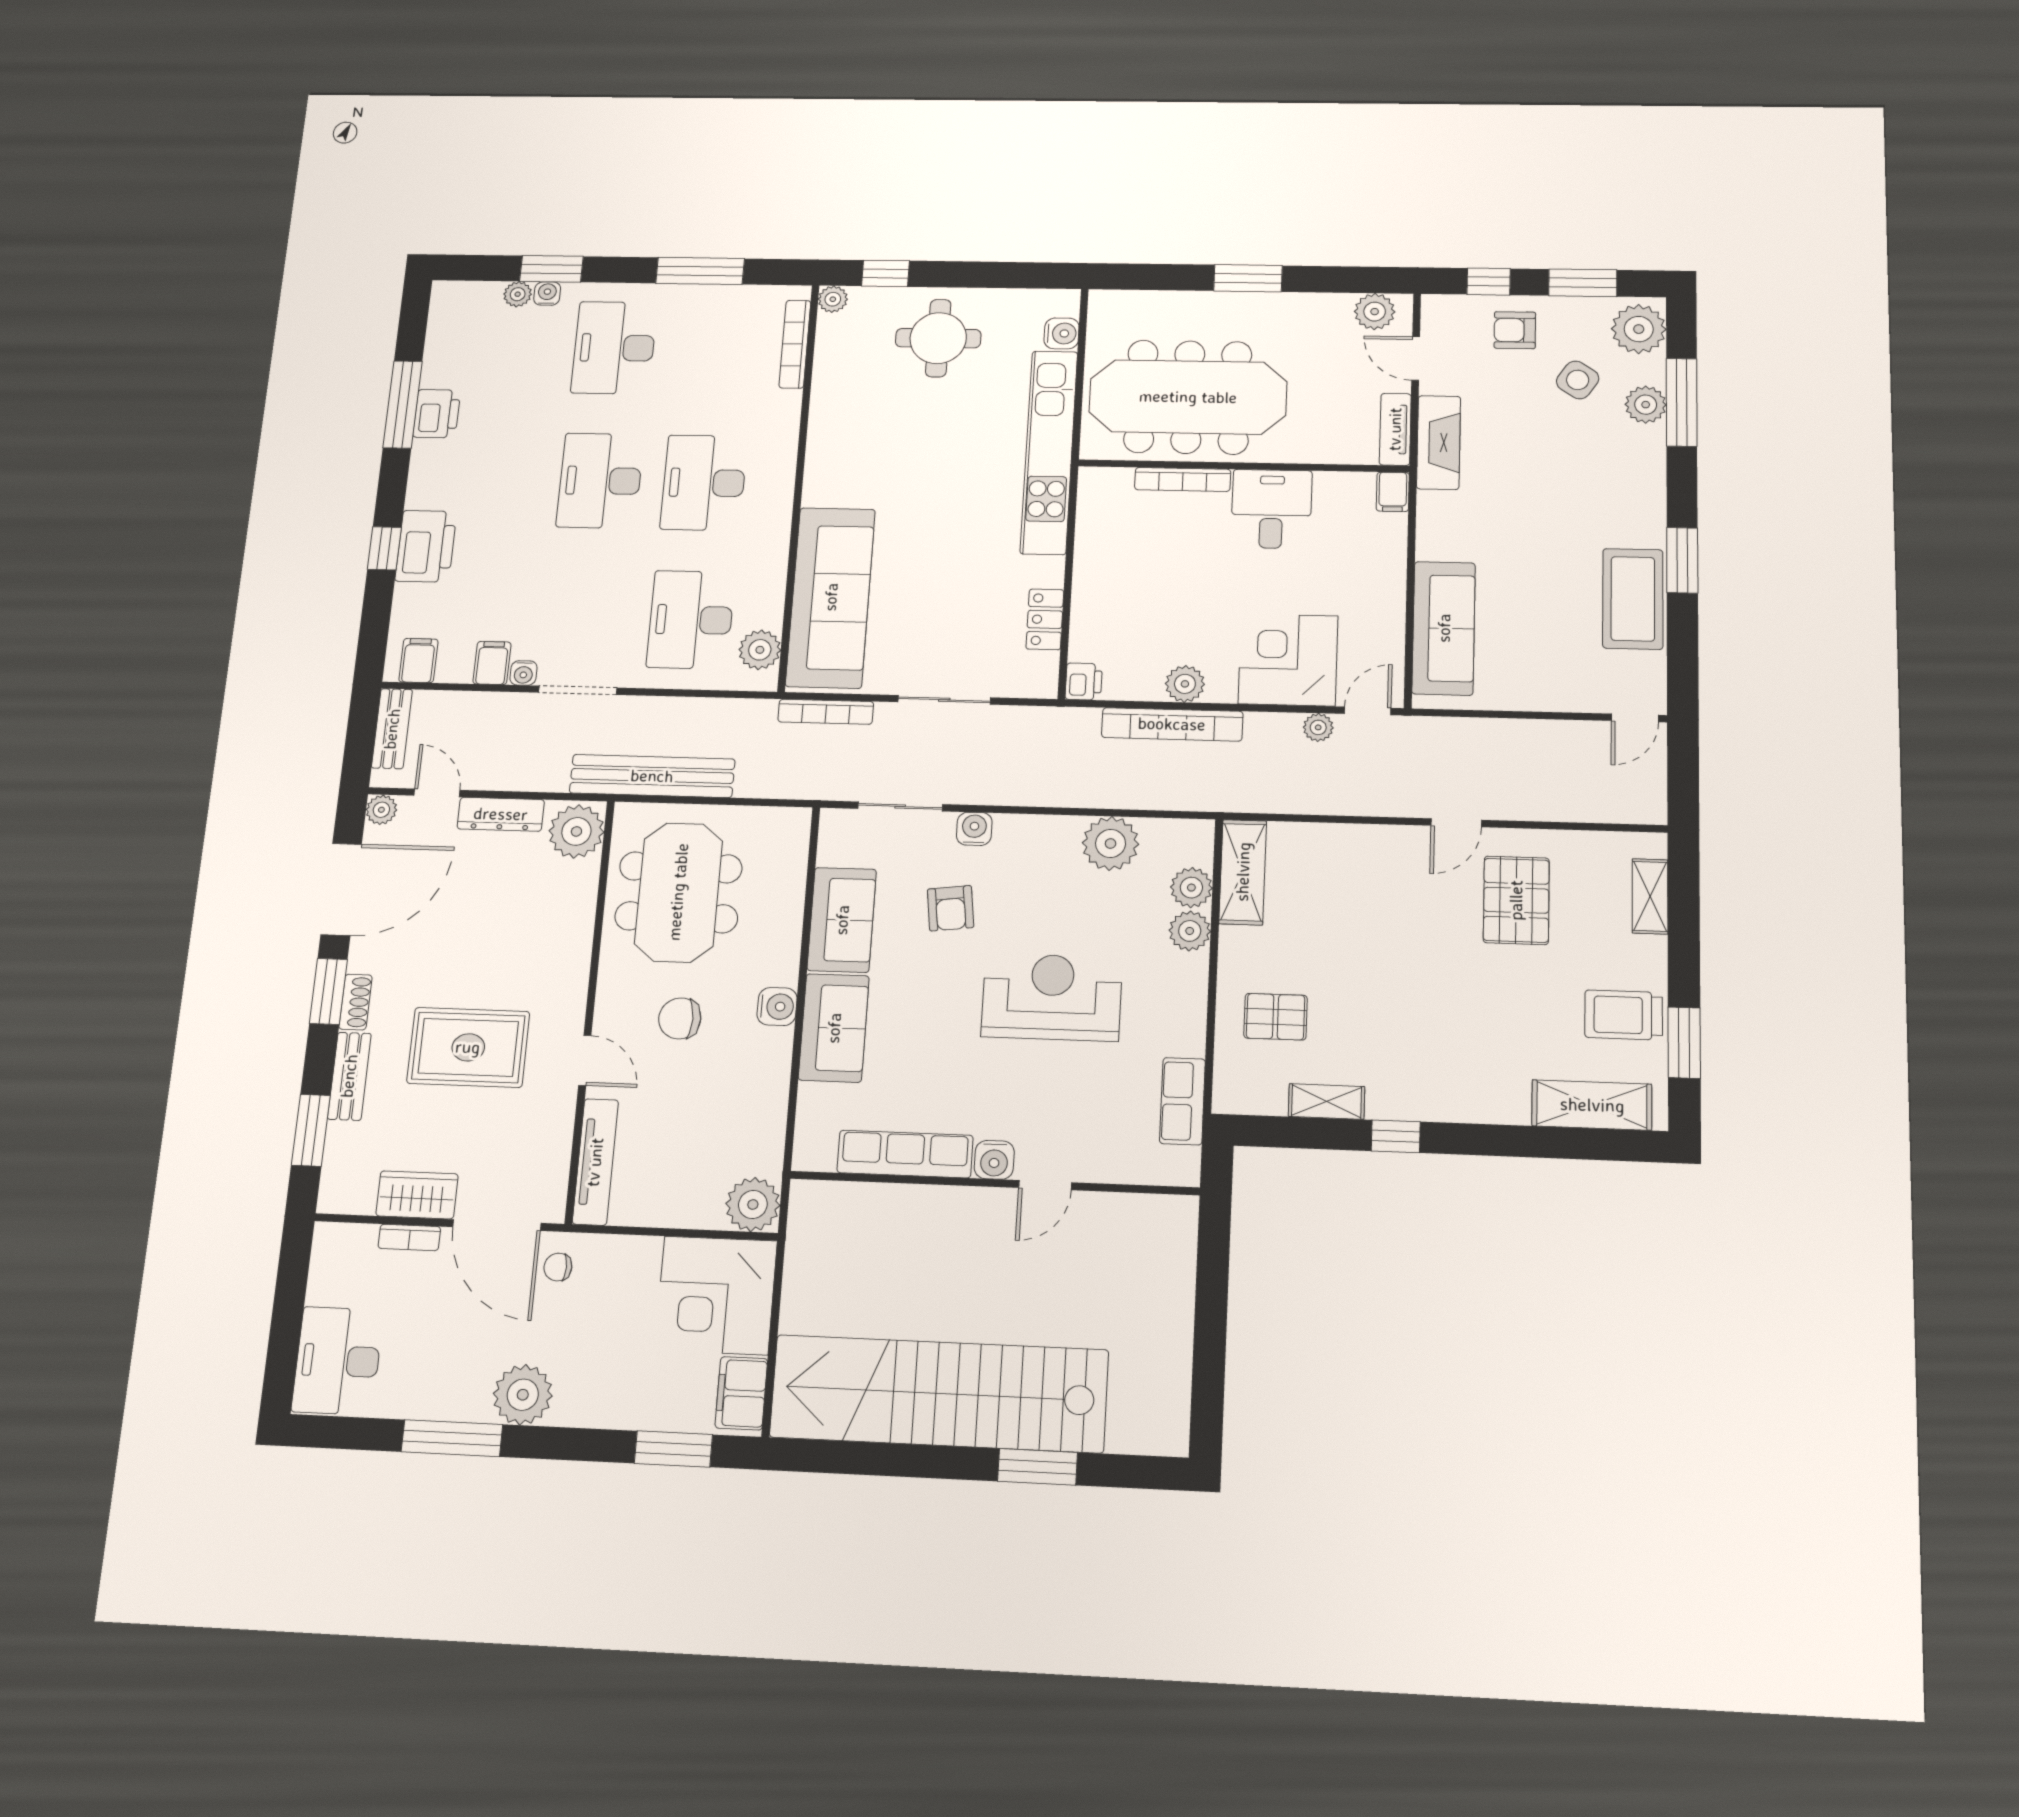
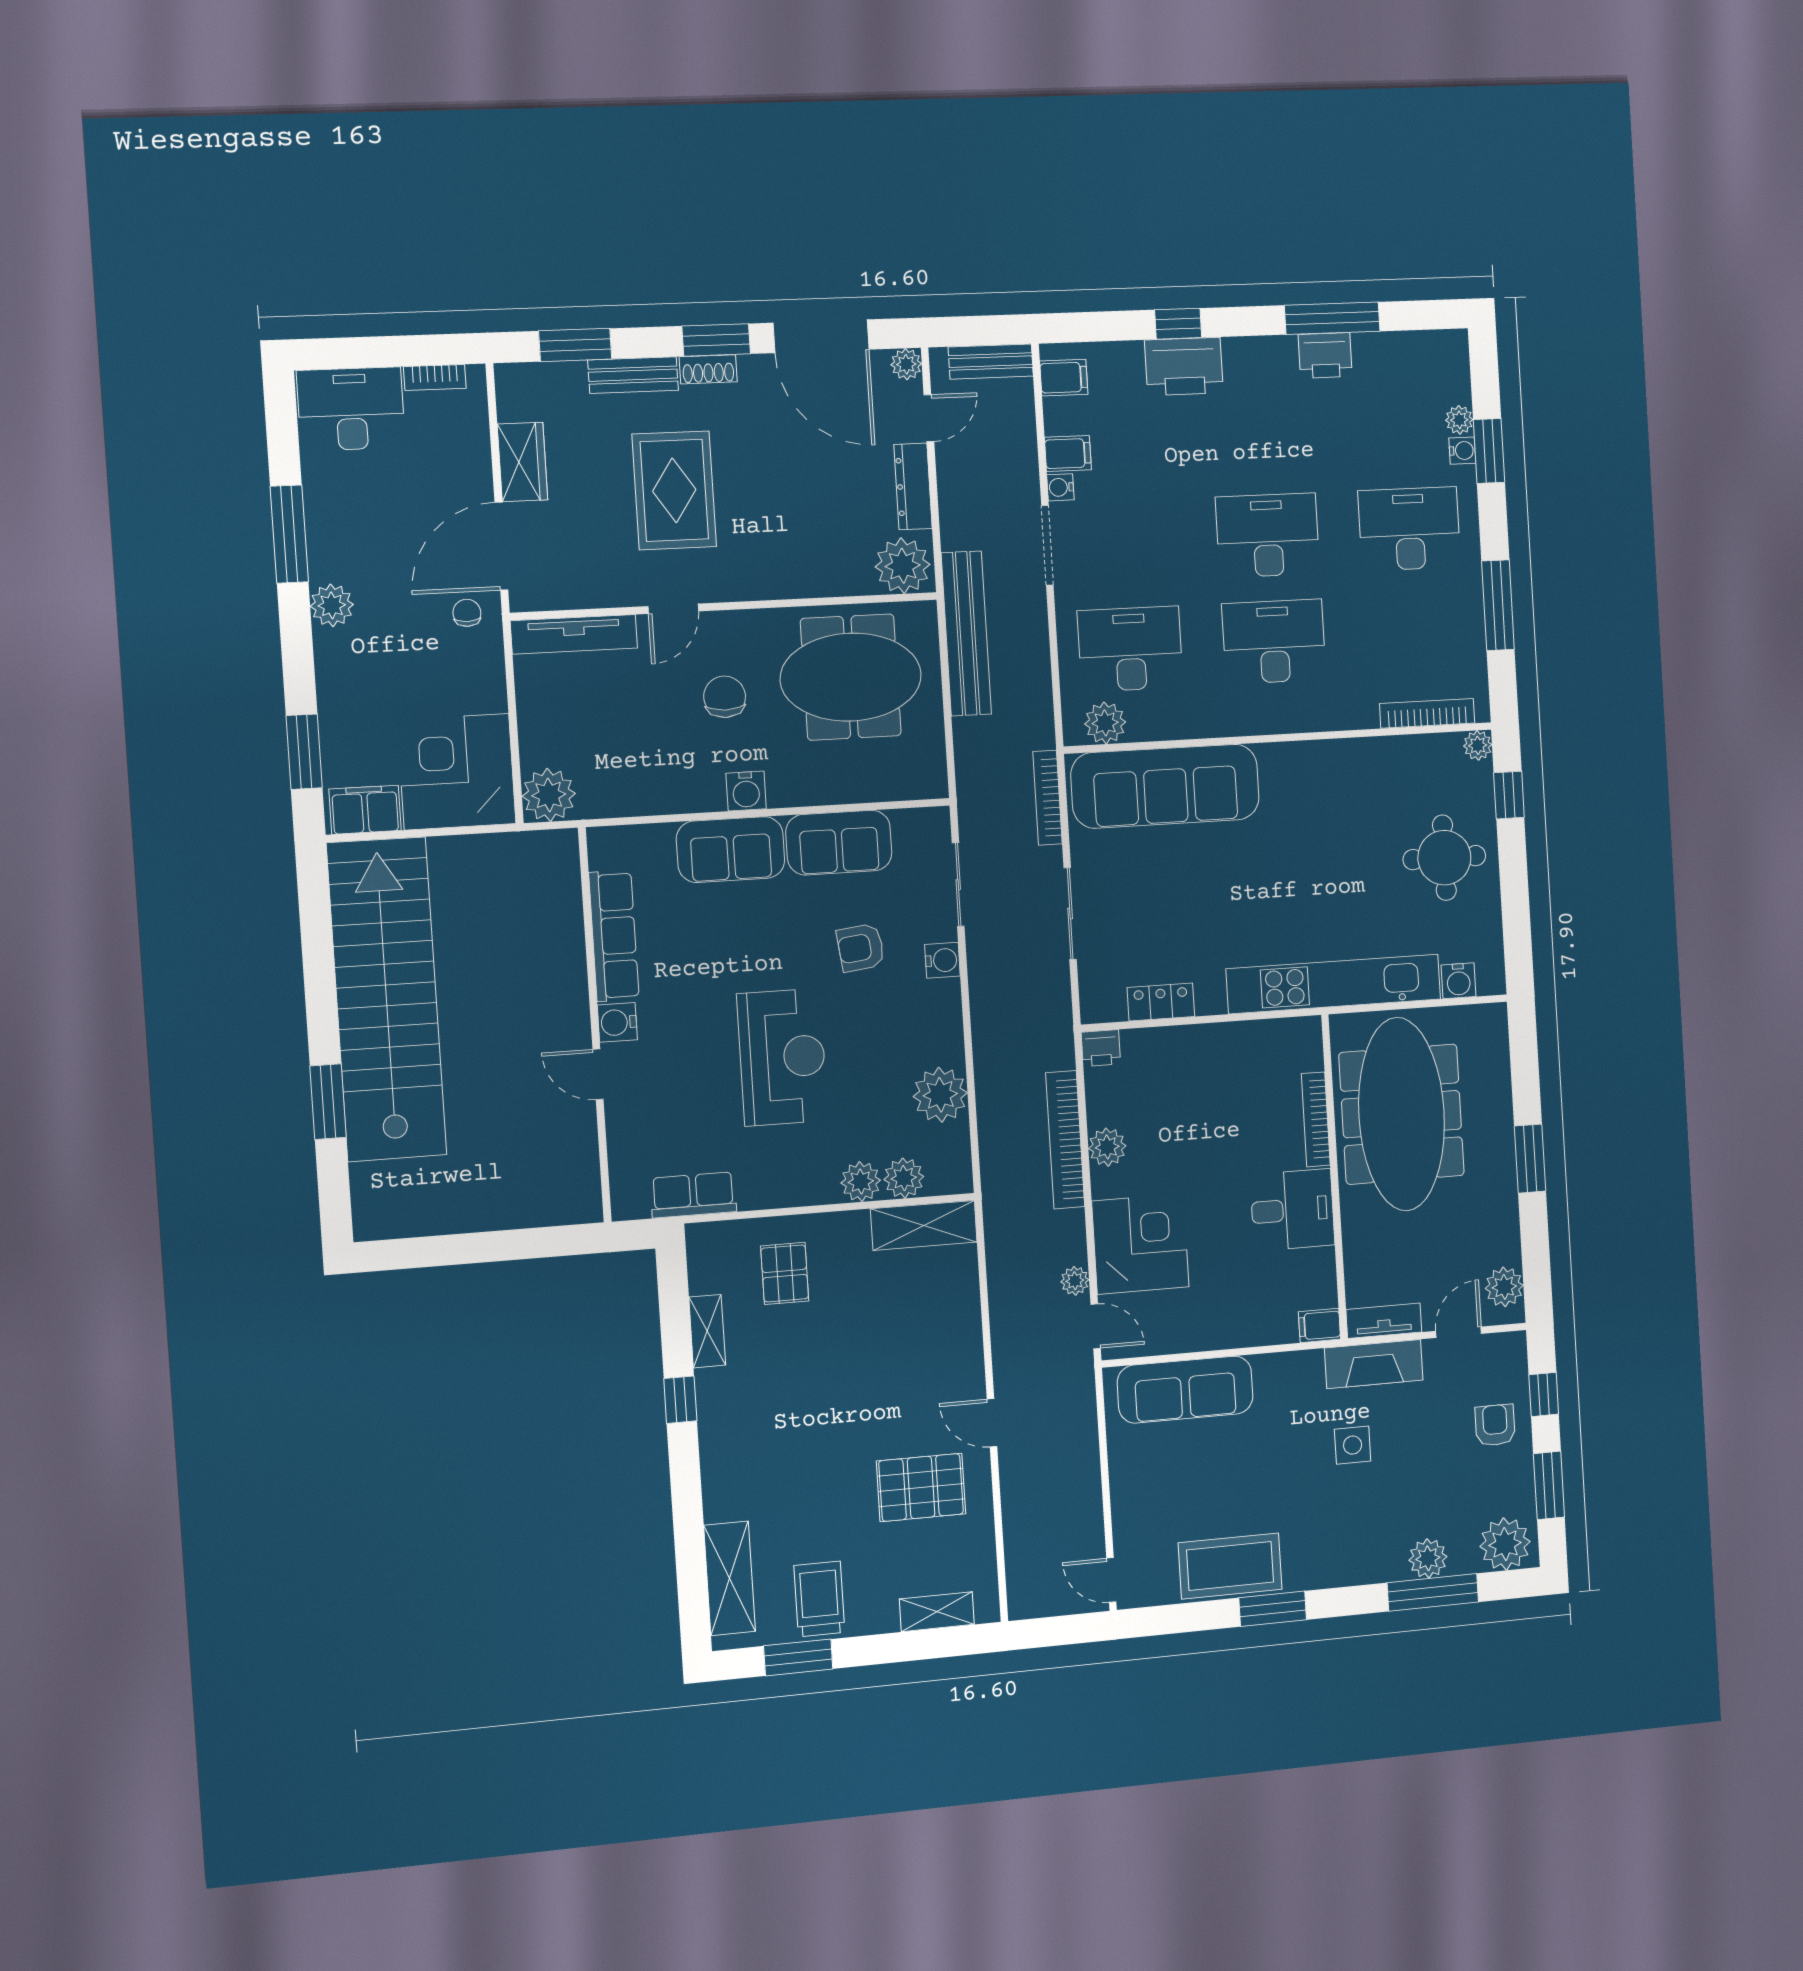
side table: (1578, 380) -> (1353, 1445), moved, turned -34
bookcase: (409, 1237) -> (435, 377), moved, turned -90
plant: (523, 1395) -> (332, 605), width x0.73, depth x0.73

